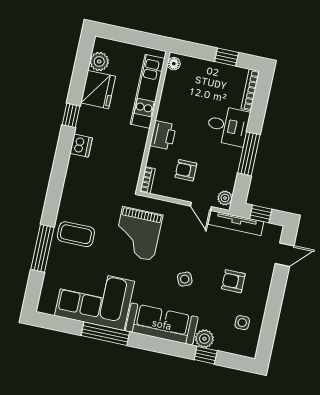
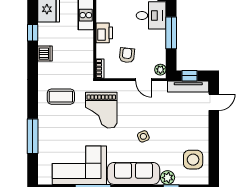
armchair: (186, 170) -> (127, 55), turned 96
tv unit: (236, 223) -> (188, 87), moved
coffee table: (76, 234) -> (61, 97), moved
armchair: (233, 281) -> (180, 130), removed
side table: (242, 323) -> (193, 160), width x1.87, depth x1.87

